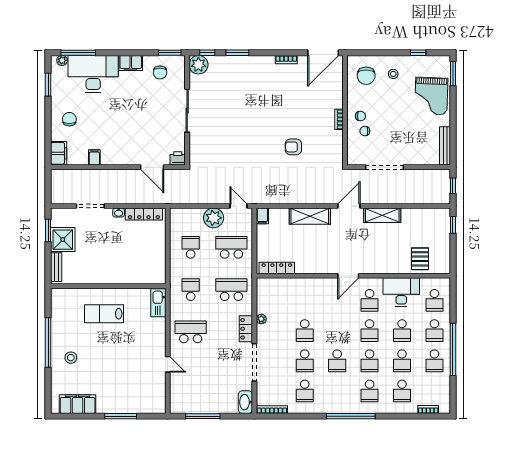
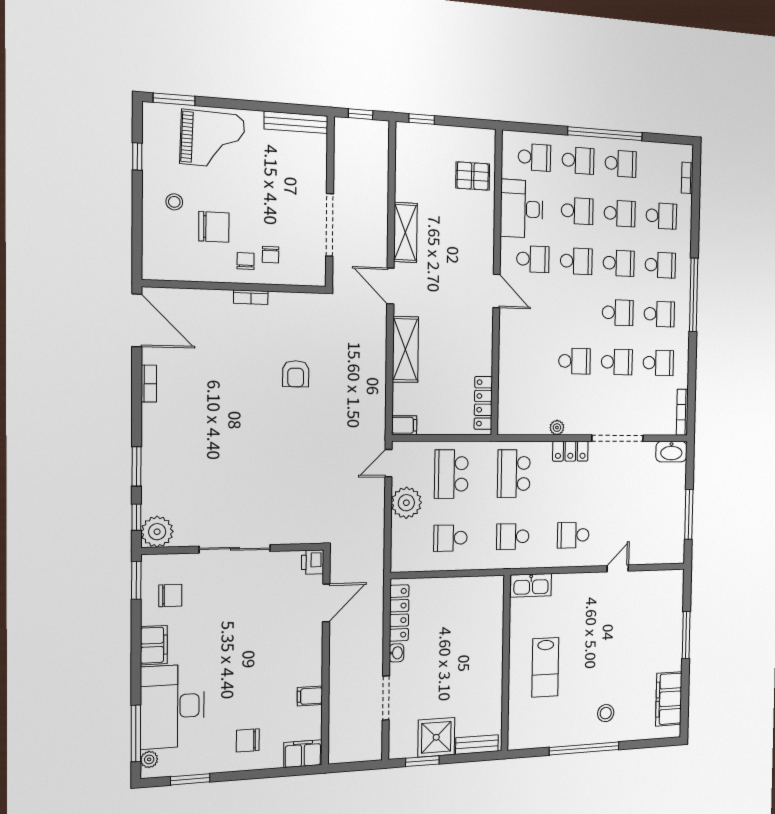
chair: (366, 76) -> (214, 227), moved
school desk: (191, 332) -> (573, 535), width x0.54
school desk: (337, 391) -> (659, 314), added

